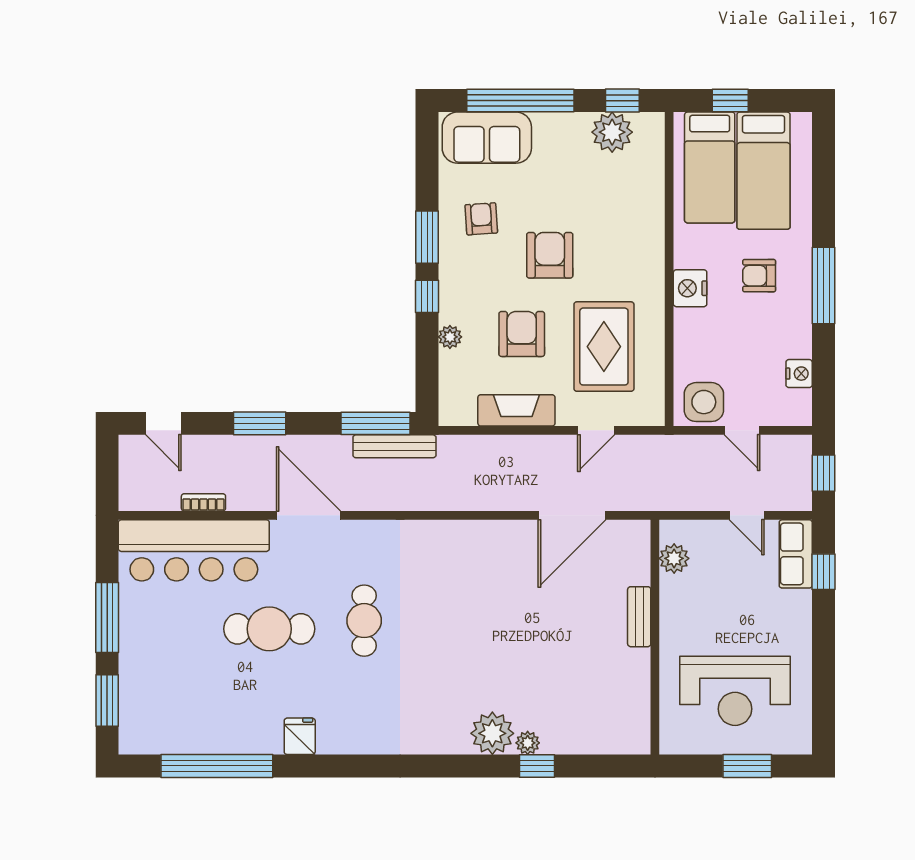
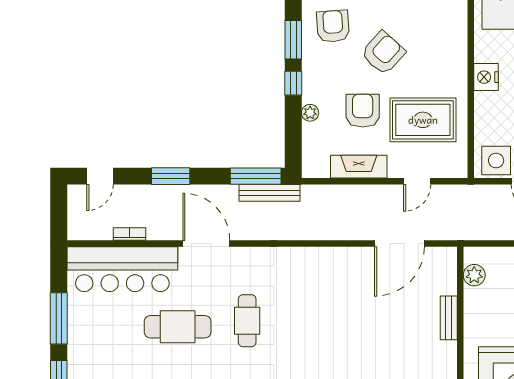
armchair: (481, 219) -> (333, 26), width x1.38, depth x1.38
armchair: (550, 255) -> (383, 53), turned 42
rug: (604, 347) -> (423, 120), turned 90
door: (163, 423) -> (100, 176), hinge flipped

